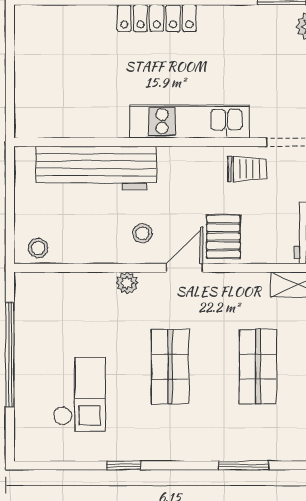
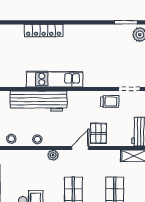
locker: (157, 18) -> (44, 31), moved
kitchen unit: (189, 121) -> (55, 79), moved
stool: (142, 233) -> (37, 139), moved

